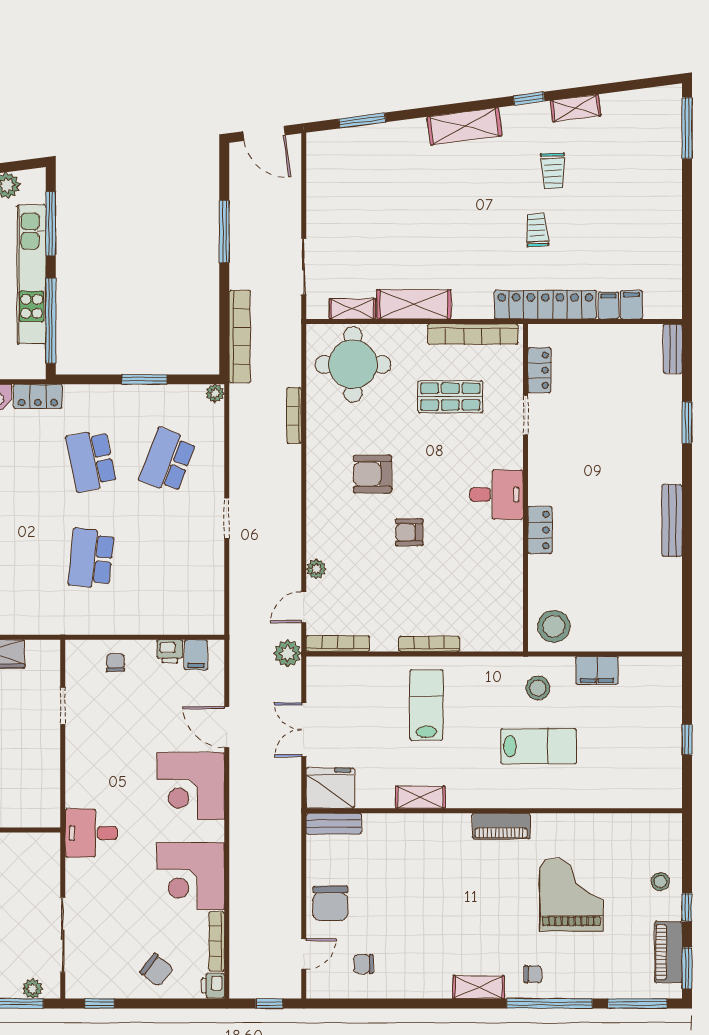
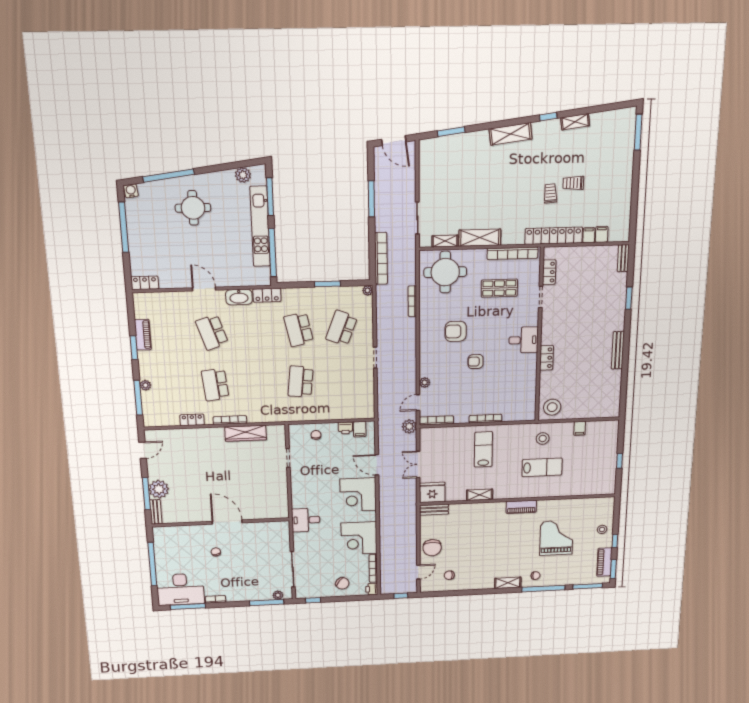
trolley: (553, 171) -> (573, 183), moved, turned 92
filing cabinet: (597, 671) -> (580, 428), width x0.50

